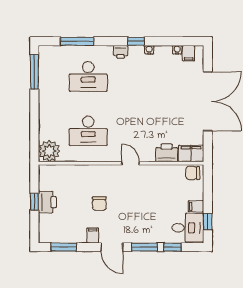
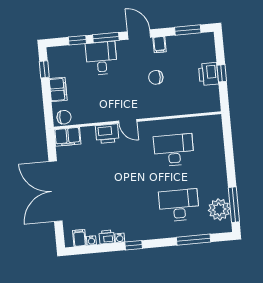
printer: (121, 52) -> (107, 237), moved
plant: (49, 151) -> (219, 209), moved
printer: (167, 153) -> (107, 134), moved
chair: (99, 204) -> (156, 77), turned -87
filing cabinet: (196, 206) -> (58, 89), width x2.00
desk: (188, 228) -> (101, 58), moved, turned 90

